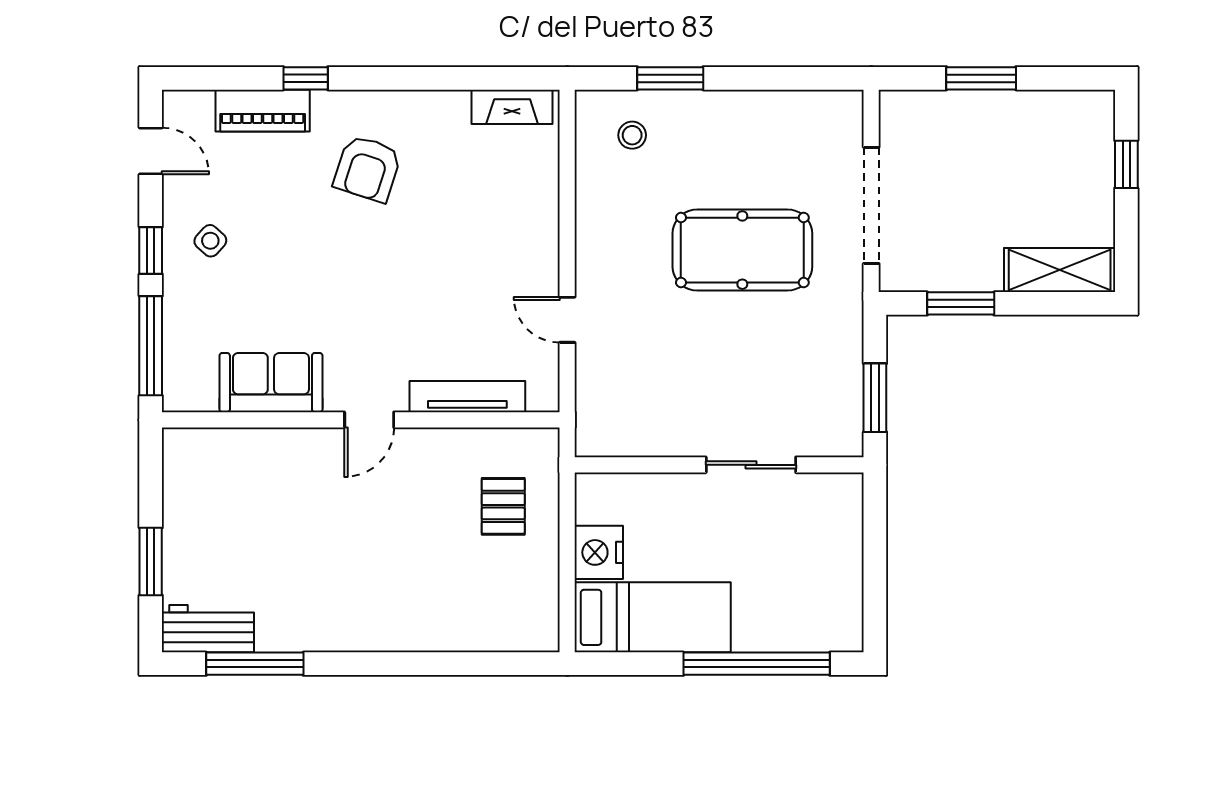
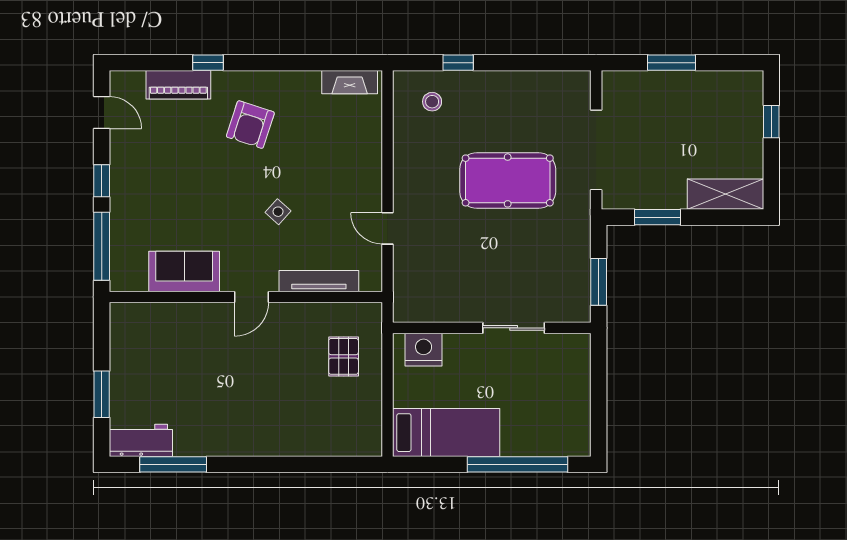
window: (670, 78) -> (458, 63), width x0.67
side table: (210, 241) -> (278, 212), moved
nightstand: (599, 552) -> (424, 350), moved, turned 90

